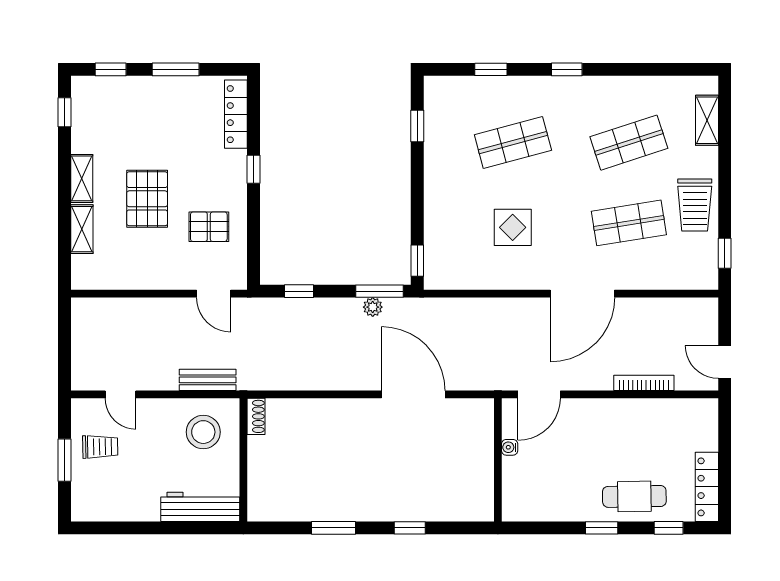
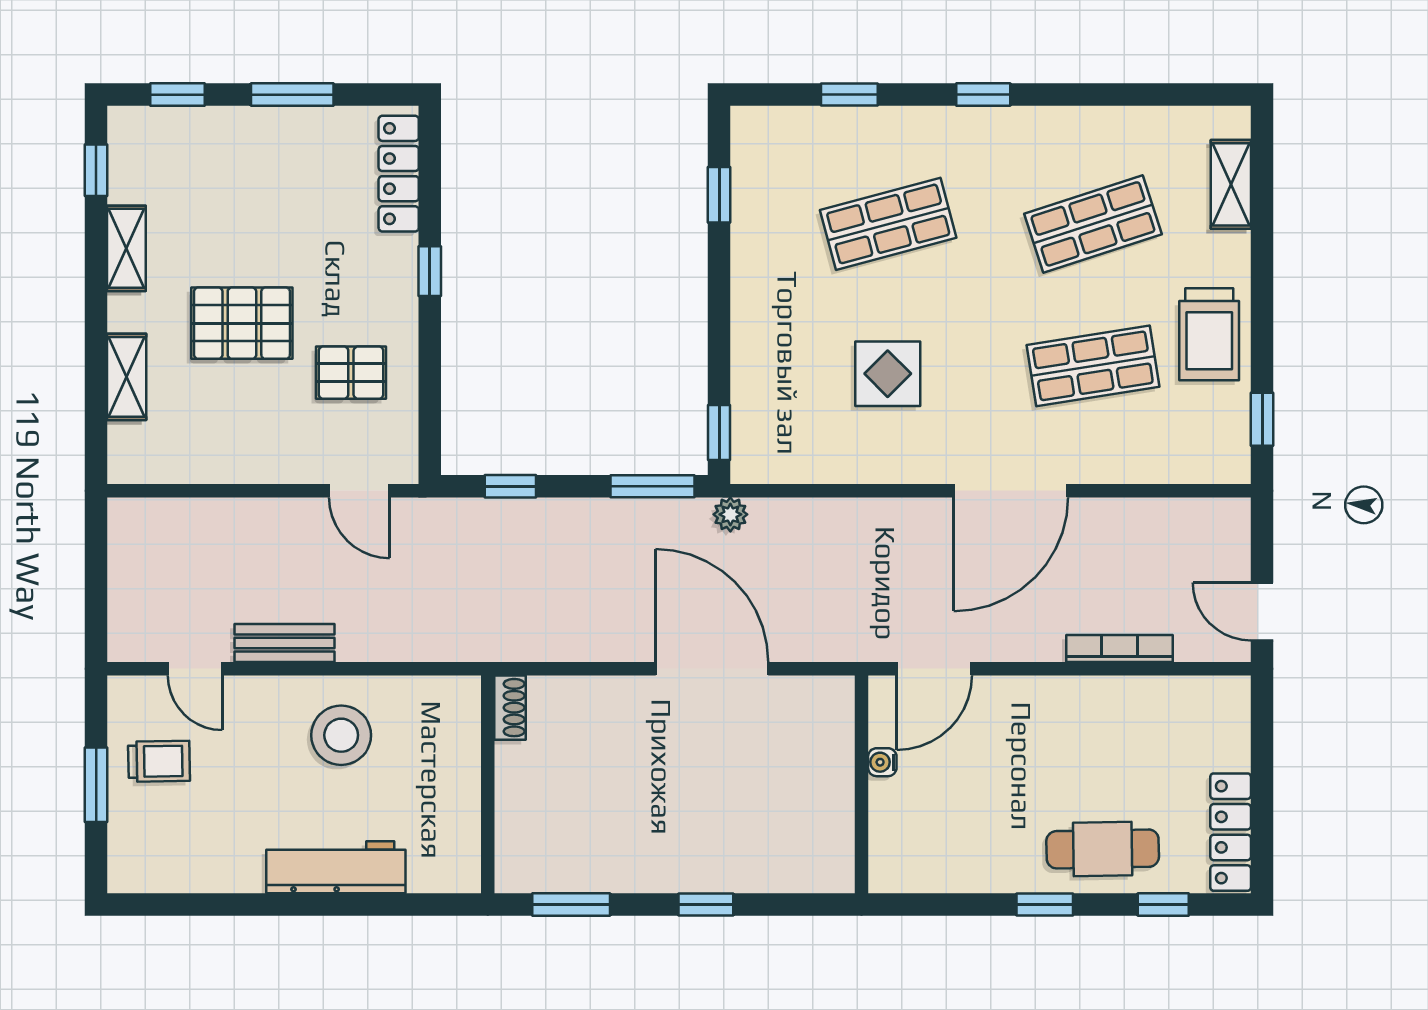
shelving: (82, 178) -> (126, 248), moved
pallet: (147, 199) -> (242, 323), turned 90
plant: (373, 307) -> (730, 514), moved
bench: (208, 380) -> (284, 643), moved
shoe rack: (256, 416) -> (510, 708), moved
wall: (243, 460) -> (488, 784), moved

